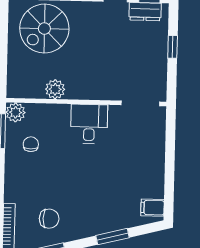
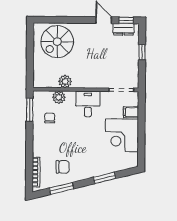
plant: (16, 112) -> (59, 97), moved
corner desk: (140, 172) -> (122, 135), added
filing cabinet: (153, 208) -> (131, 112), moved

